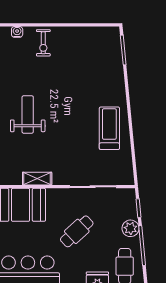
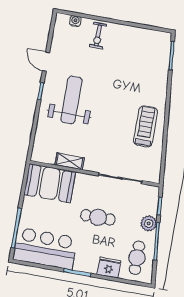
weight bench: (28, 114) -> (71, 100), width x1.36, depth x1.33
cafe table: (77, 231) -> (98, 217), turned 43

